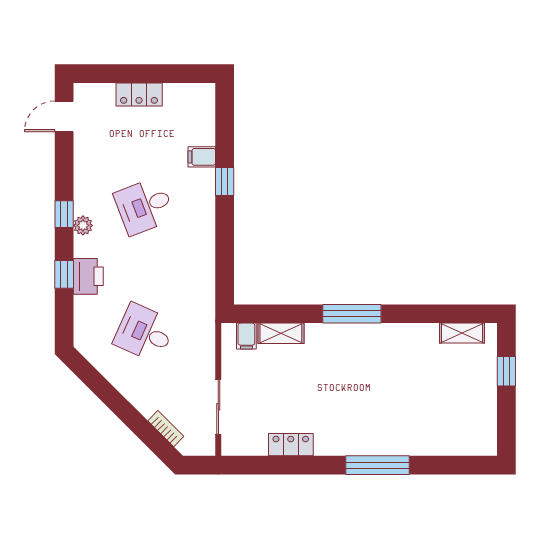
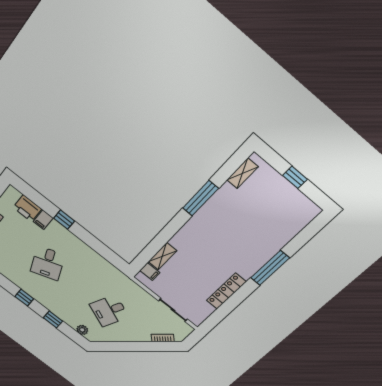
plant: (83, 225) -> (82, 330), moved
printer: (88, 276) -> (27, 208), moved, turned 180
window: (352, 314) -> (200, 198), moved
window: (506, 371) -> (295, 177), moved
locker: (291, 445) -> (226, 291), width x1.53

